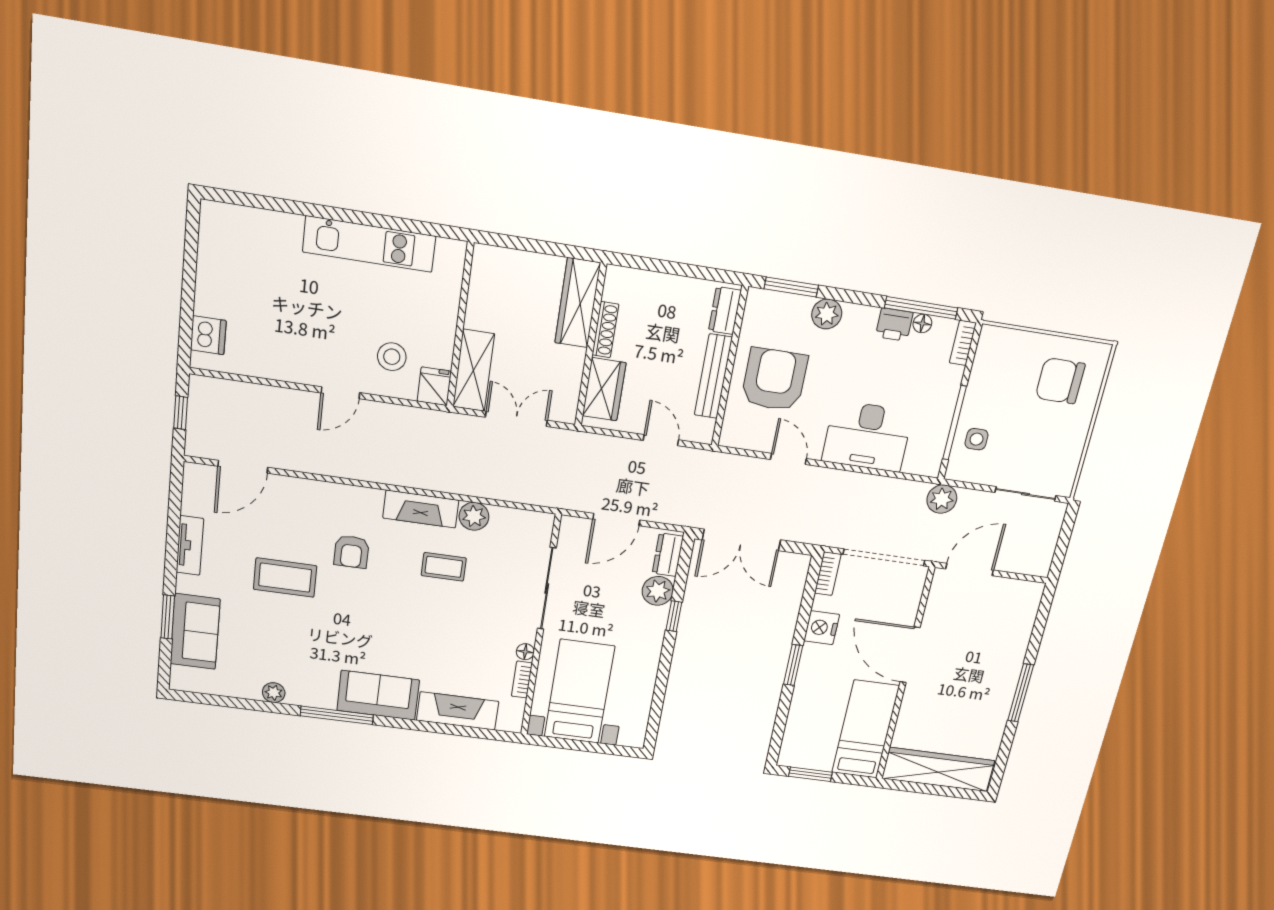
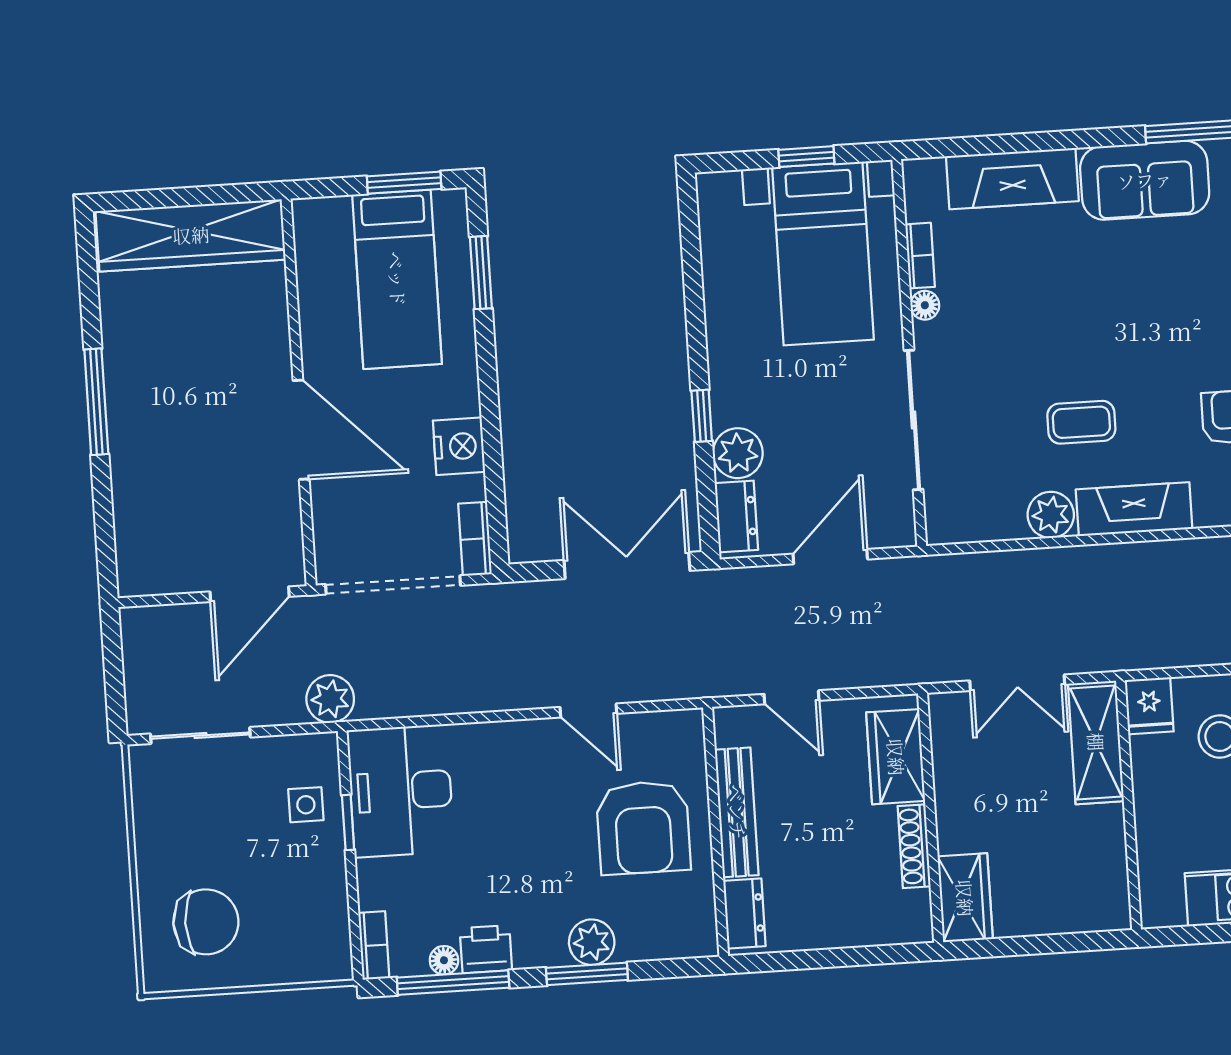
window: (791, 287) -> (587, 974), moved
wardrobe: (578, 303) -> (965, 898), width x0.67
window: (955, 423) -> (348, 822), width x0.46
desk: (867, 436) -> (401, 791), moved, turned -90
window: (793, 665) -> (481, 273), moved
bed: (865, 729) -> (397, 279), moved
window: (577, 745) -> (806, 157), added

